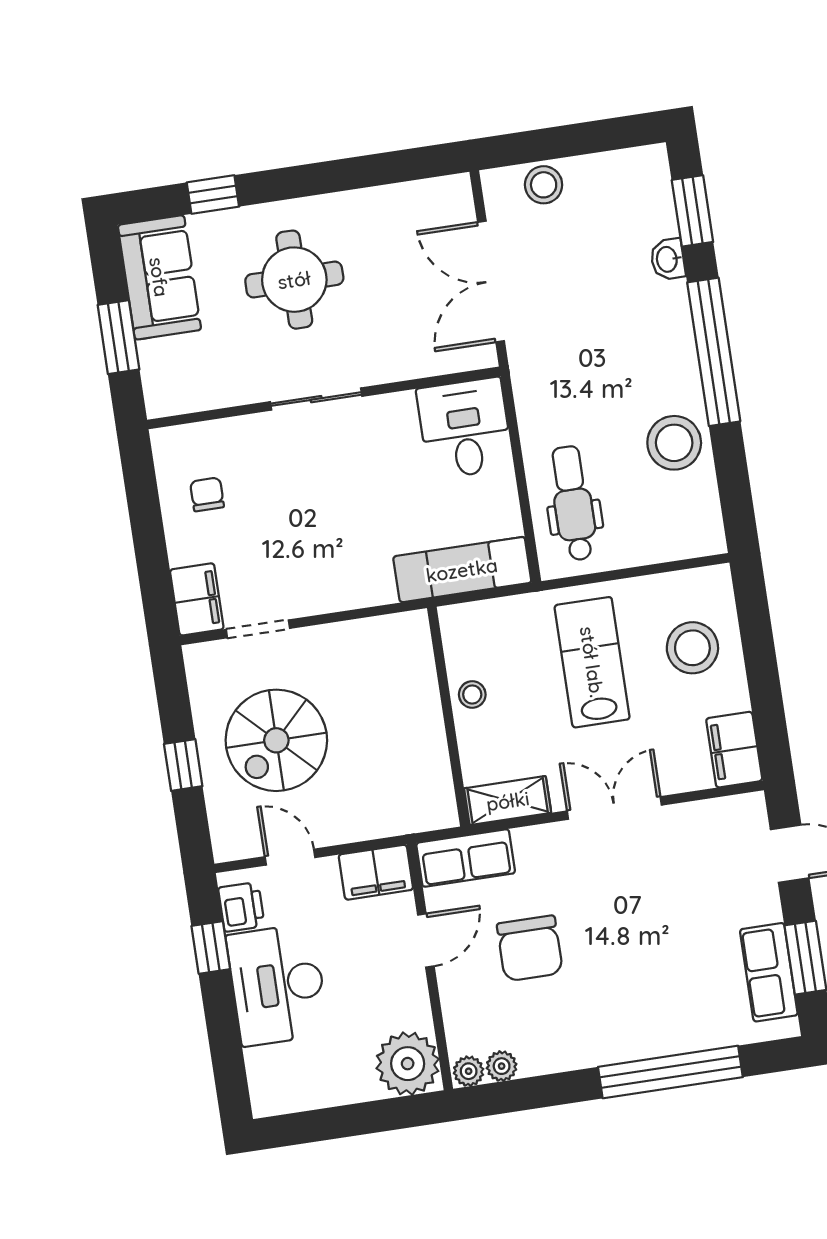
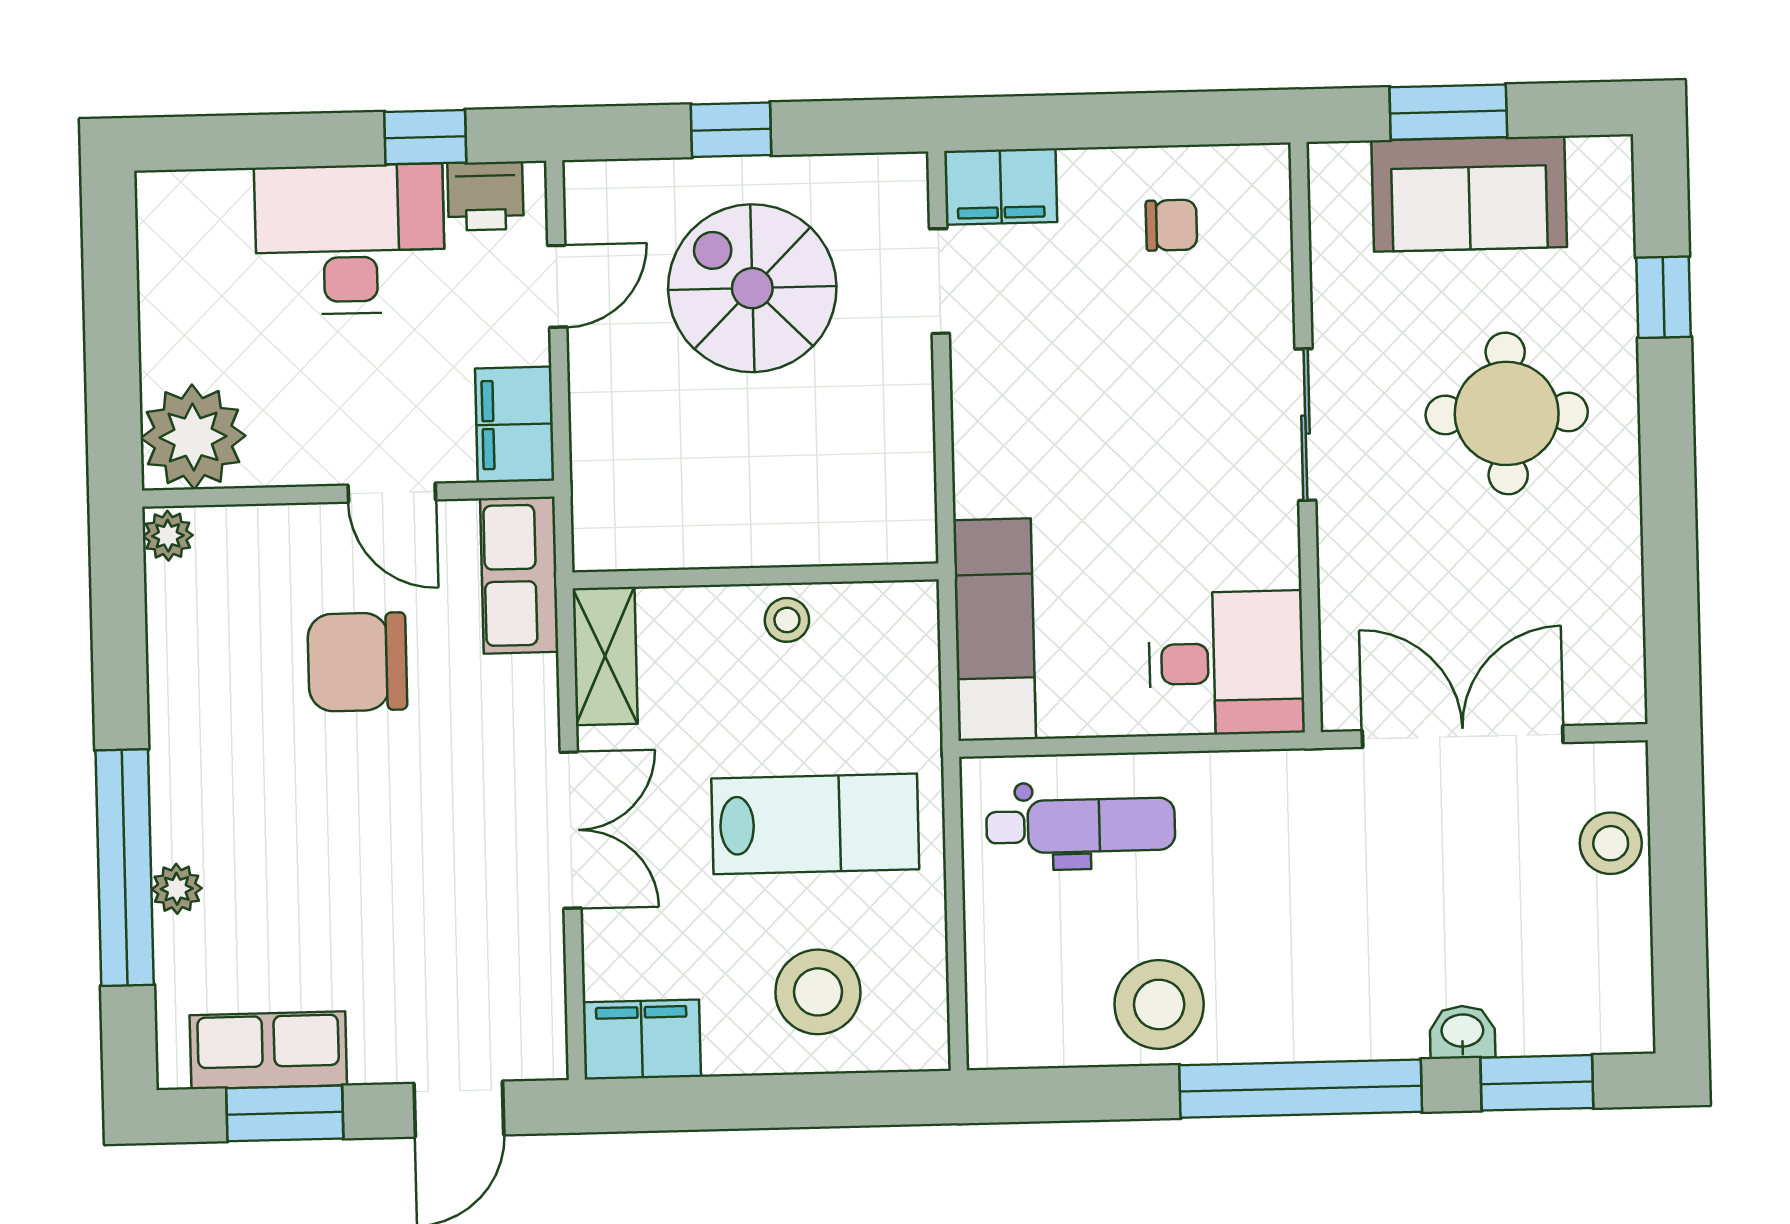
sofa: (159, 277) -> (1469, 194), moved
plant: (502, 1066) -> (177, 889), moved

